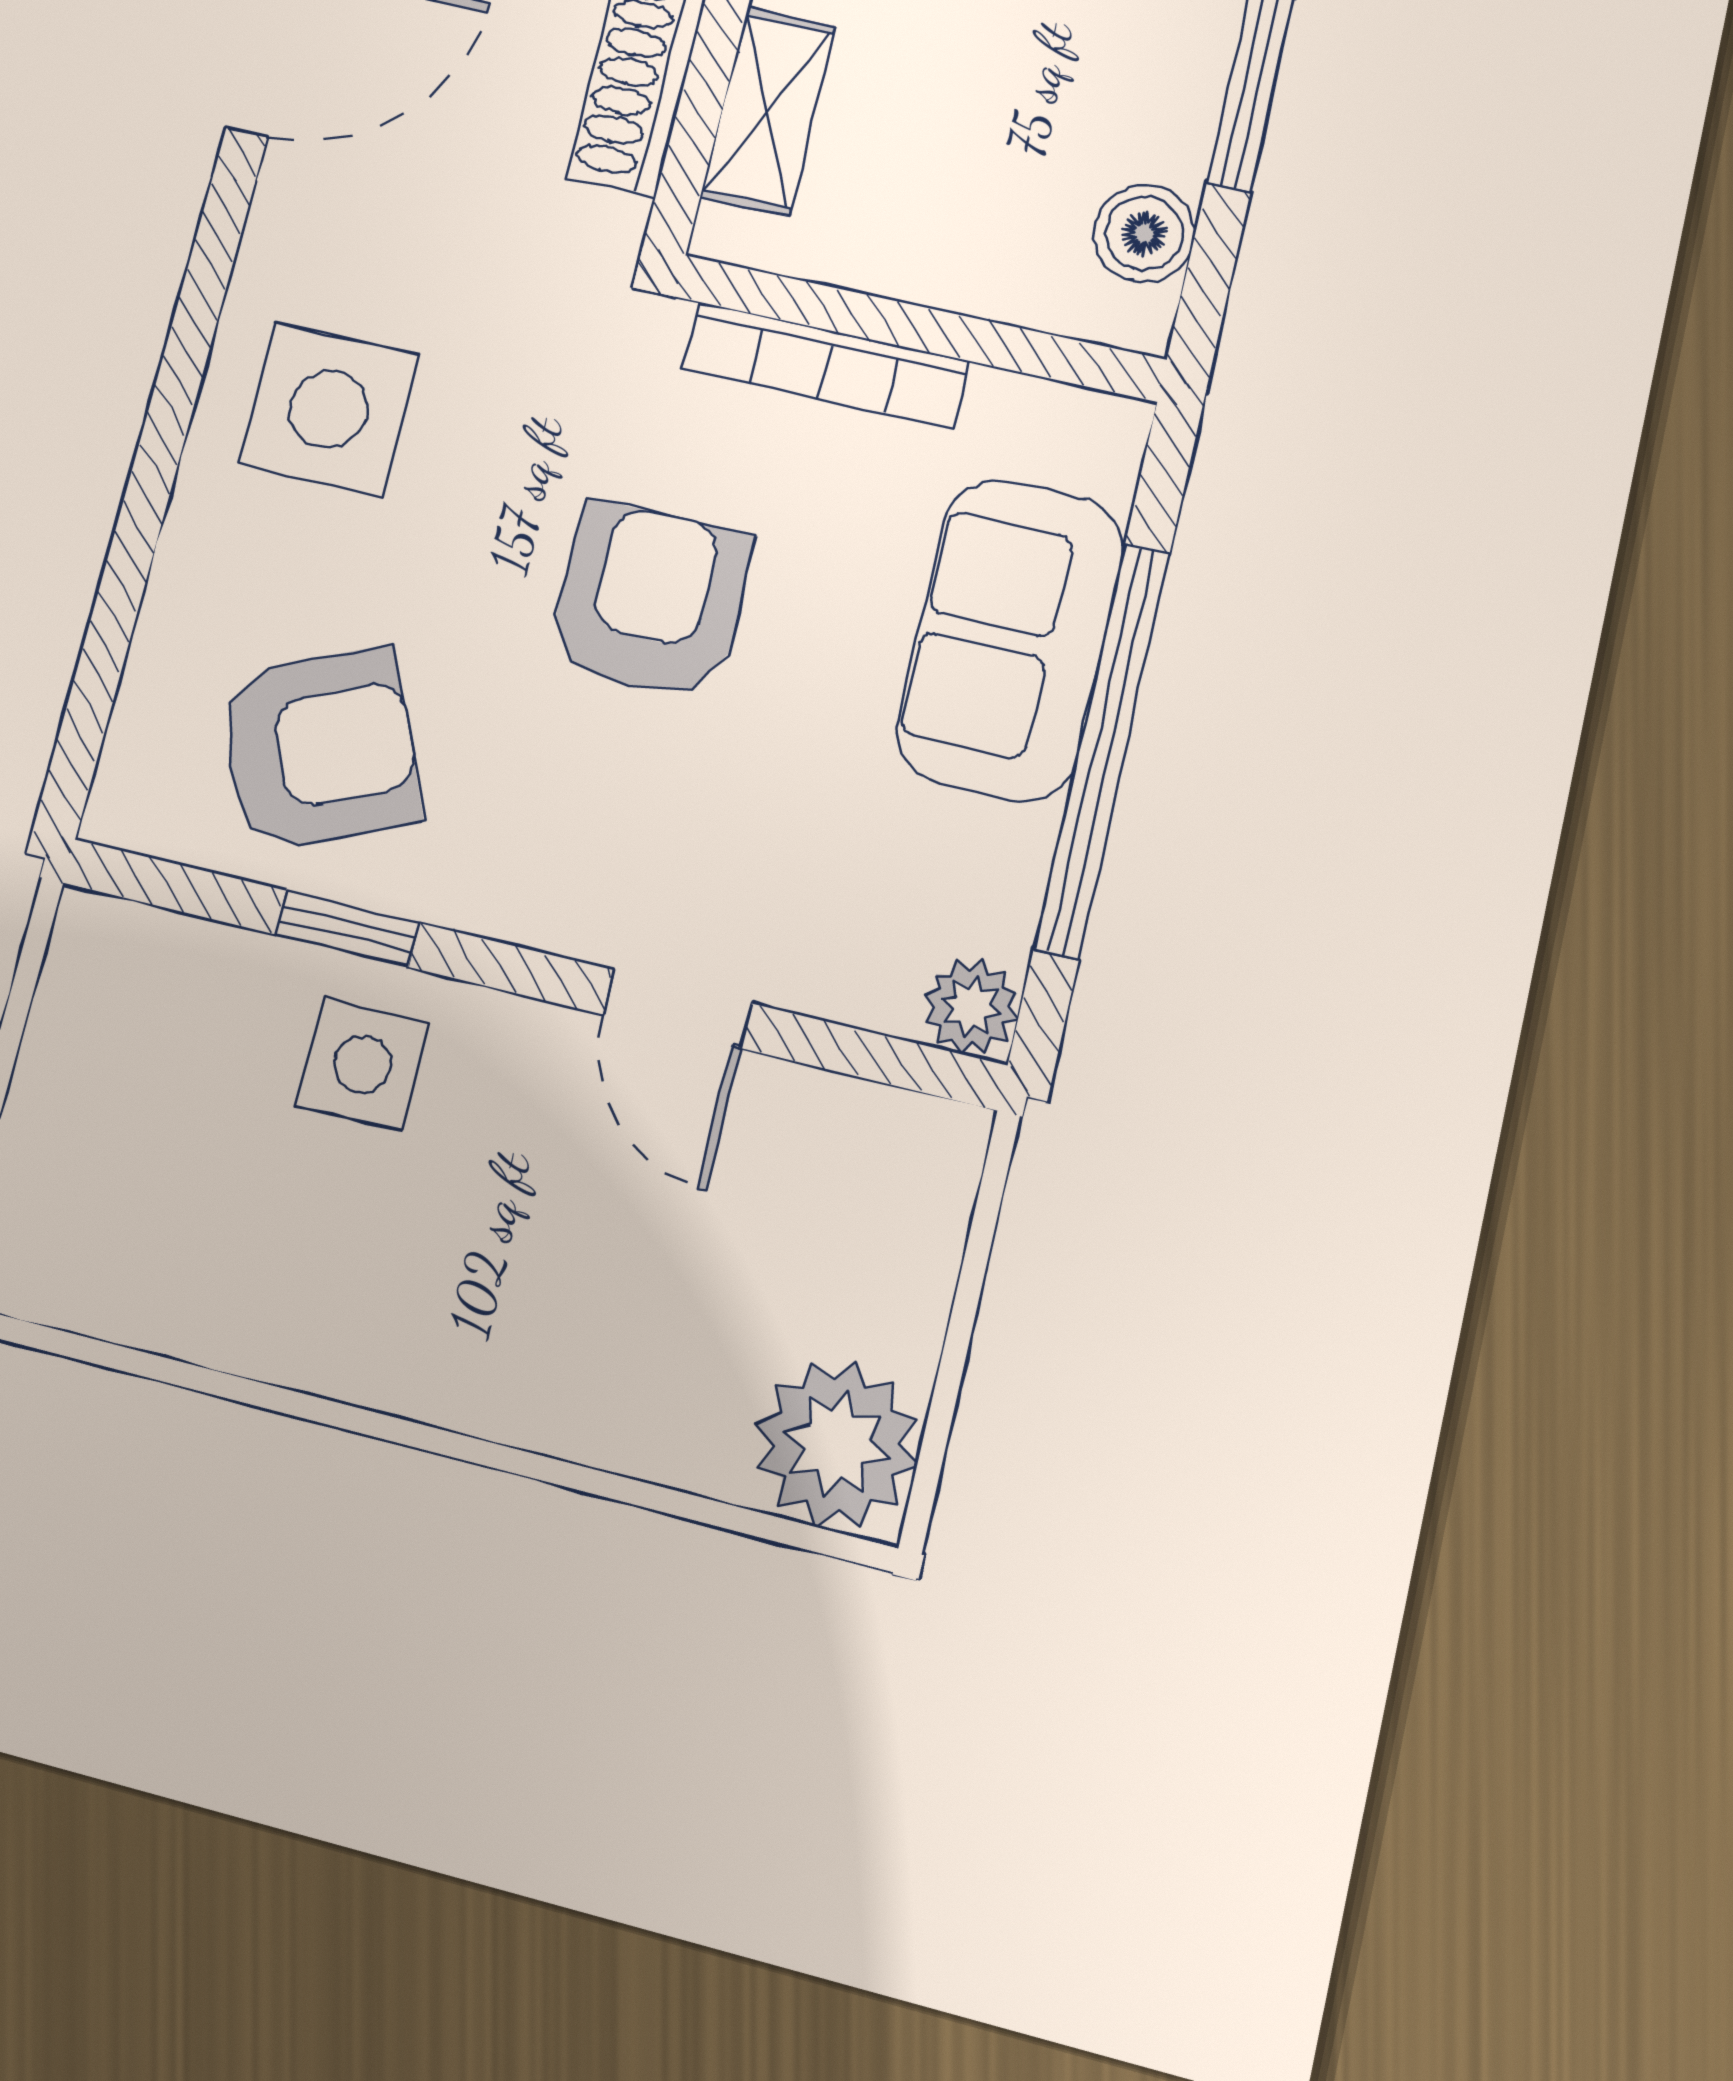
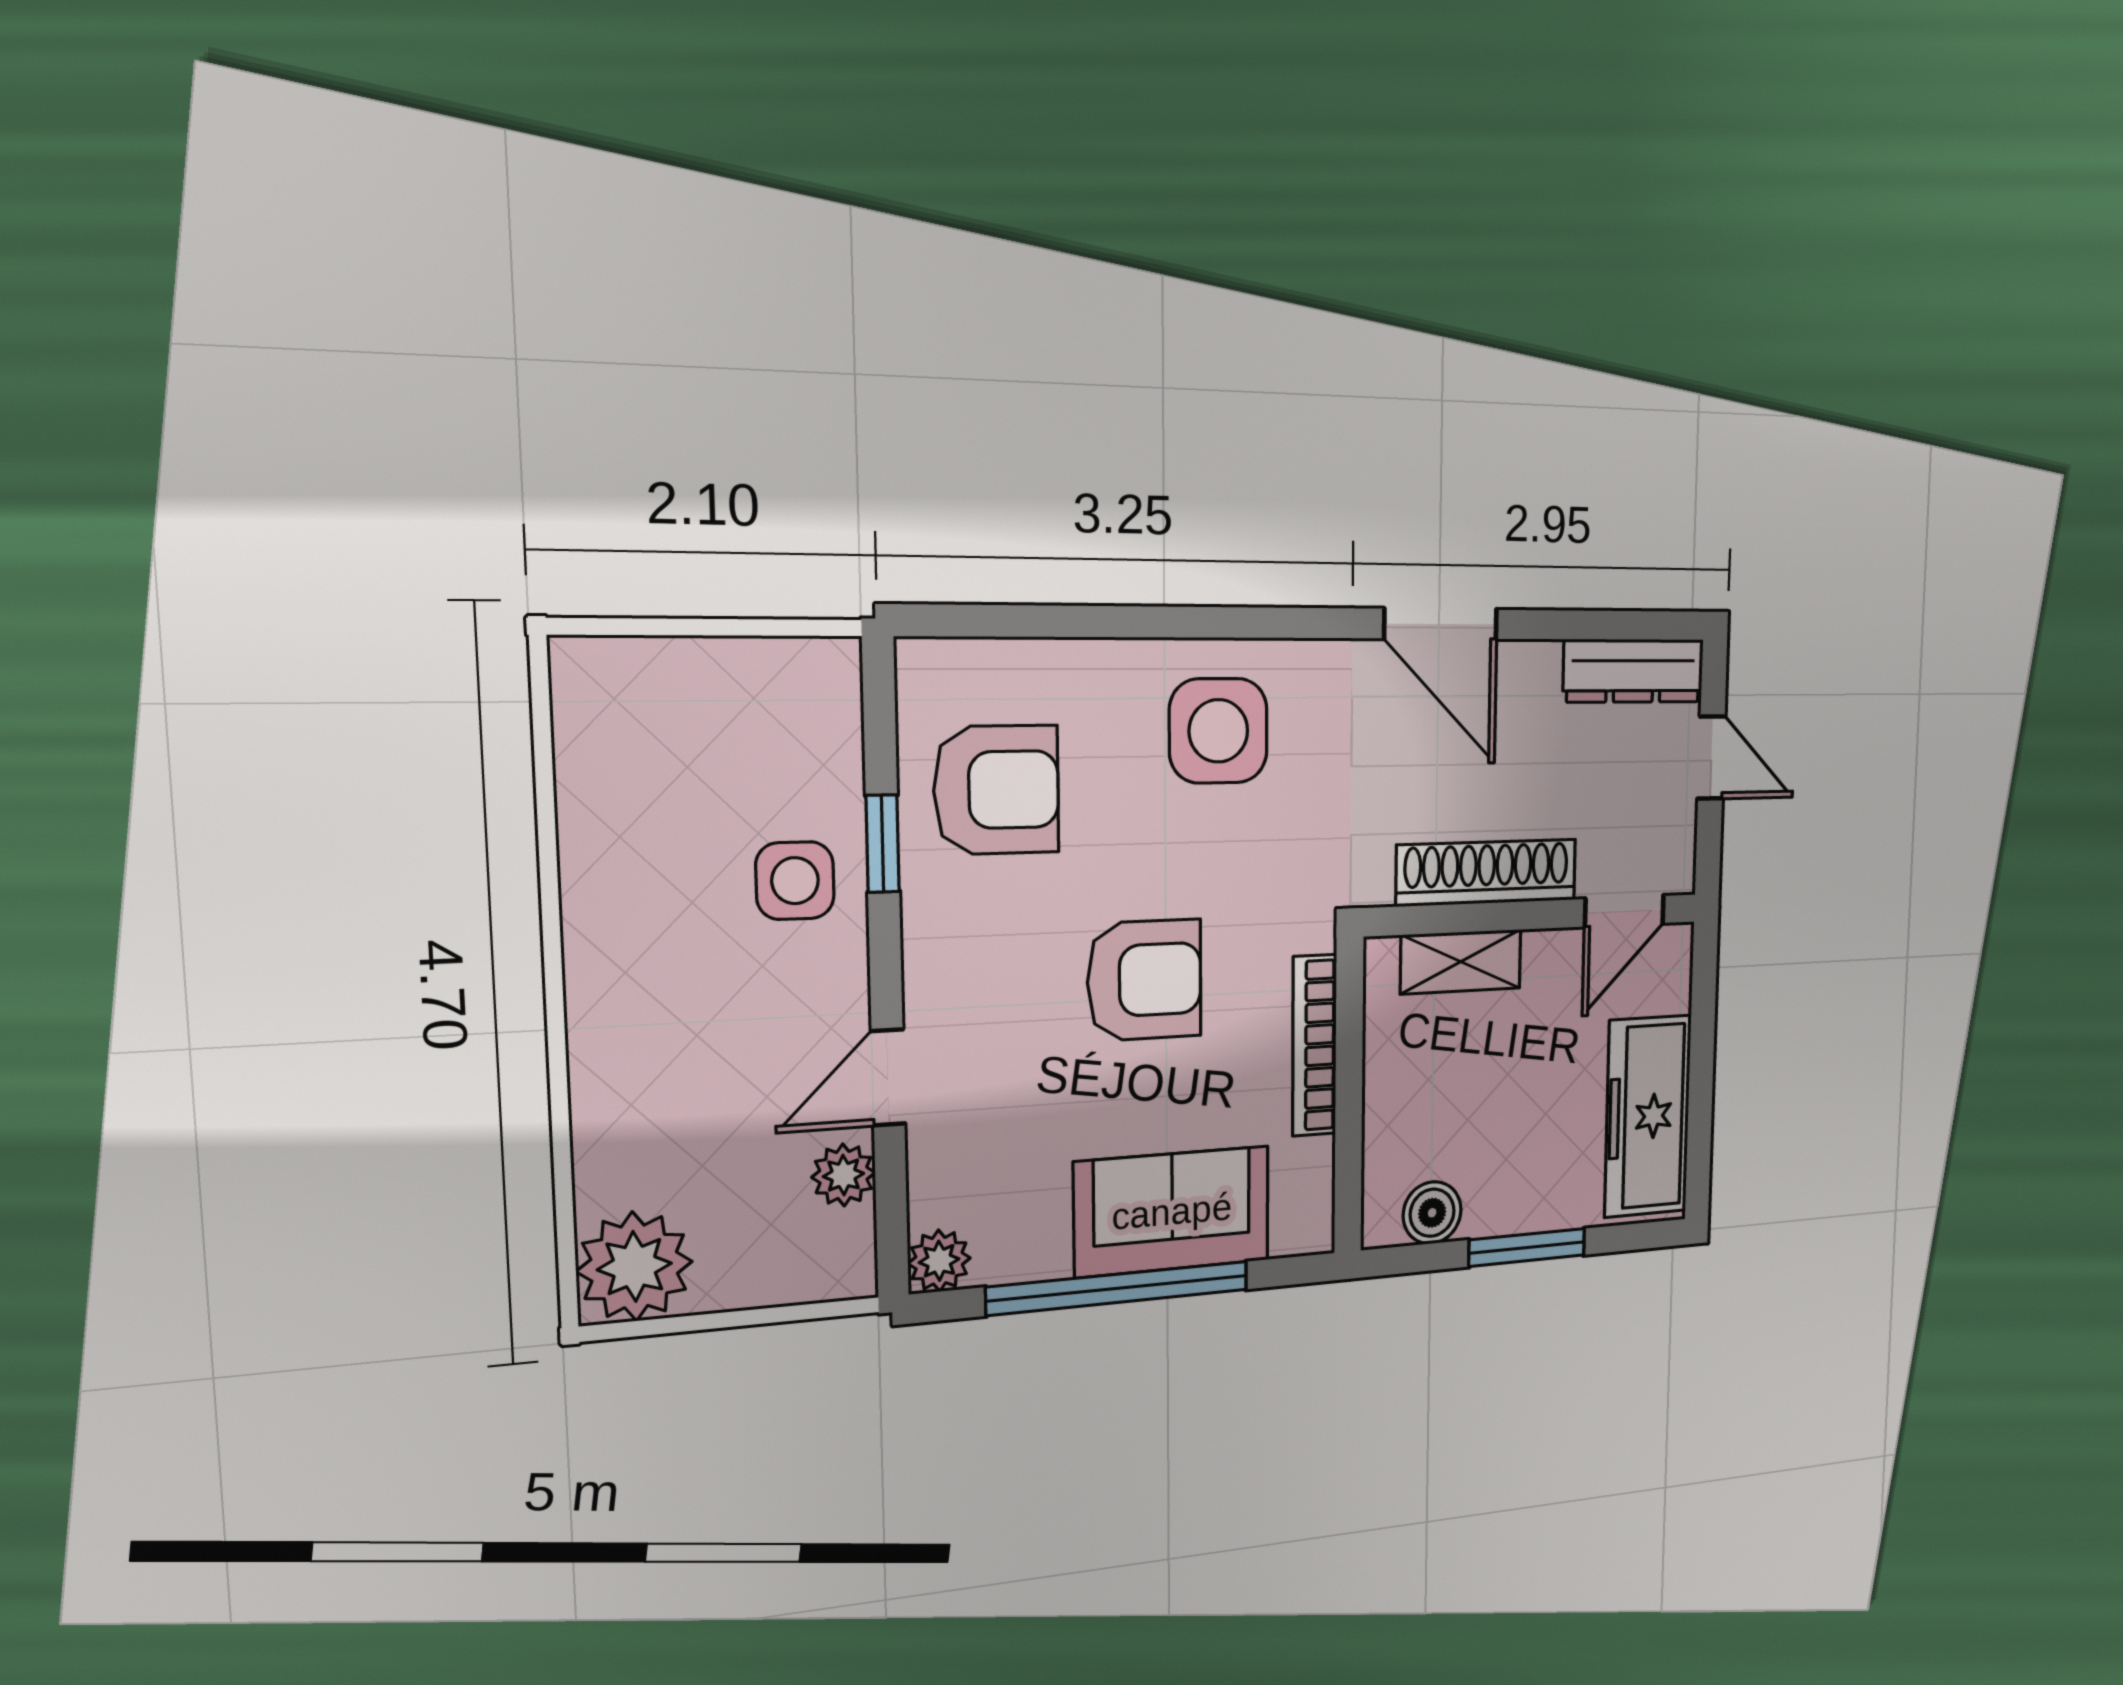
armchair: (320, 749) -> (996, 790), turned -66
plant: (799, 1111) -> (844, 1175), added

